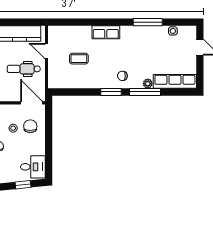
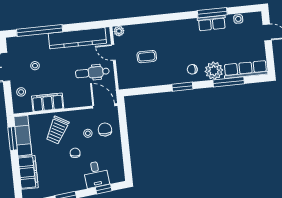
plant: (54, 31) -> (119, 31), added
row of seats: (106, 32) -> (212, 23), moved
plant: (148, 84) -> (214, 71), width x1.88, depth x1.88
window: (145, 92) -> (229, 82), moved
desk: (33, 167) -> (96, 174), moved, turned 84

